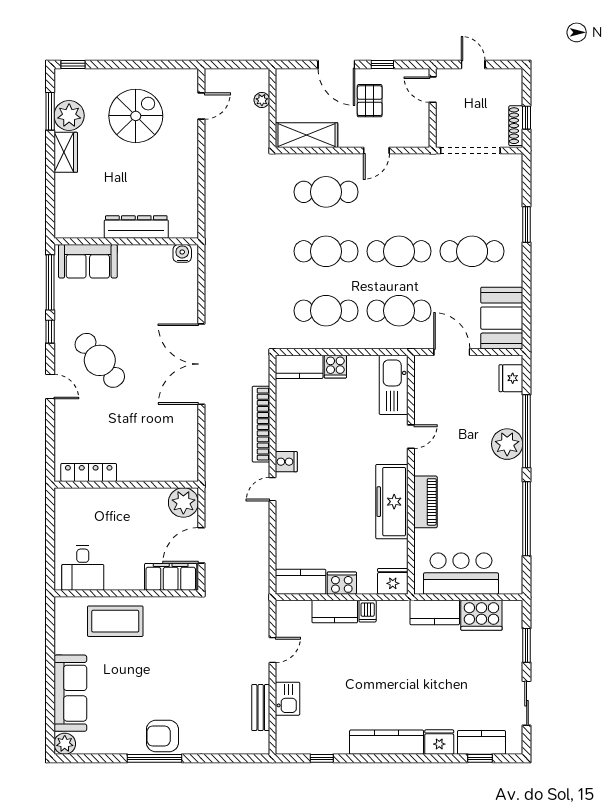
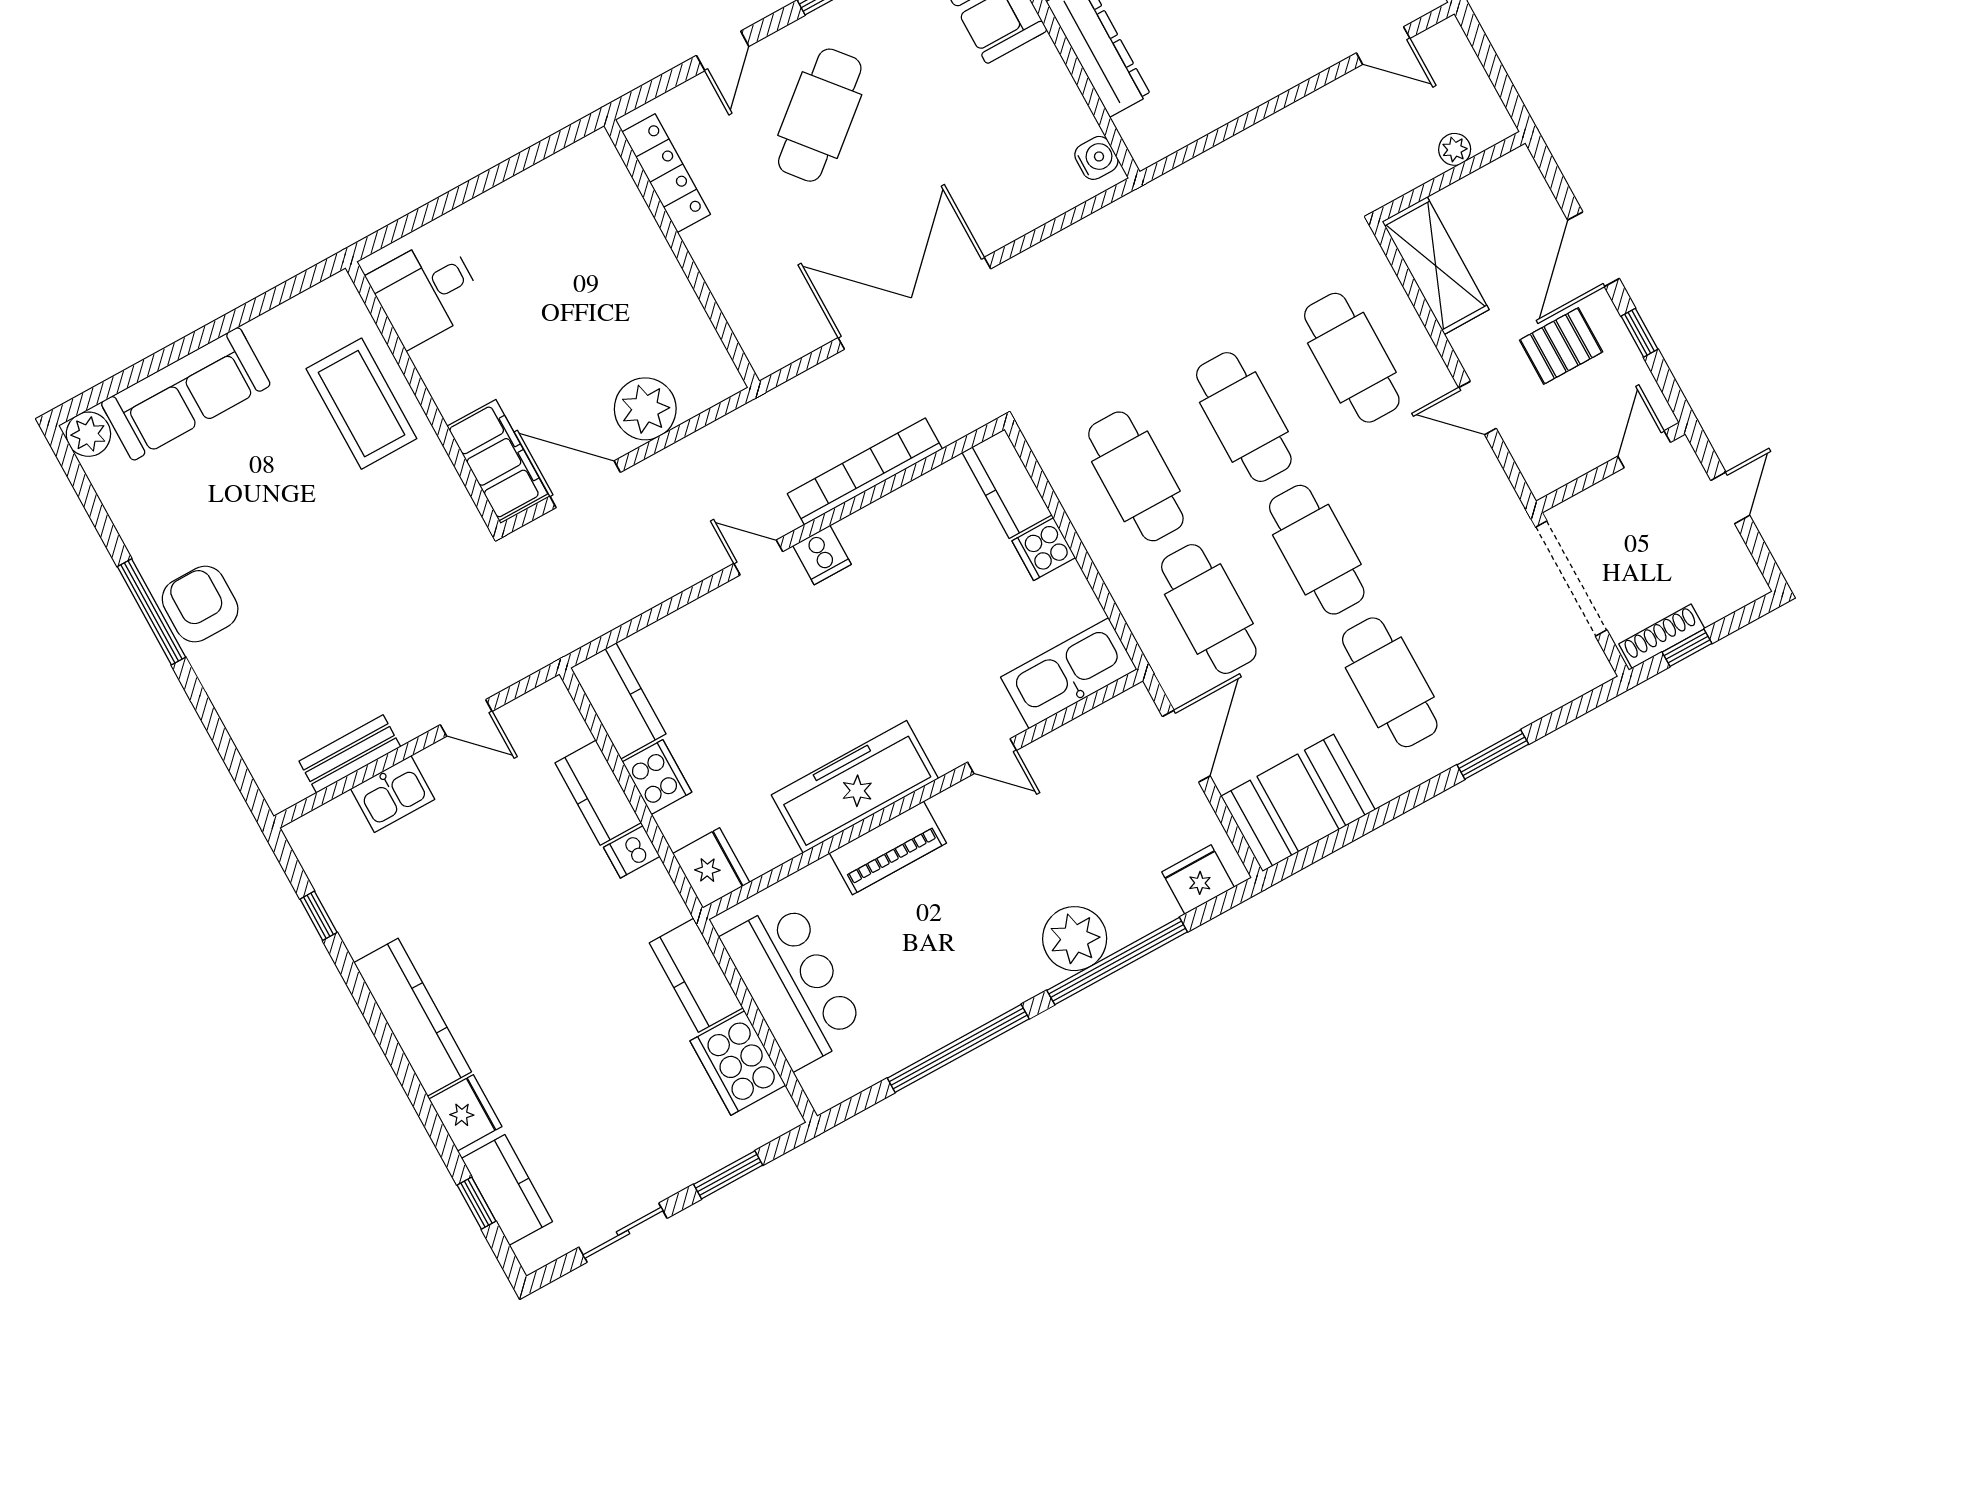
locker: (89, 472) -> (666, 173), moved
wall: (126, 485) -> (682, 253), moved

